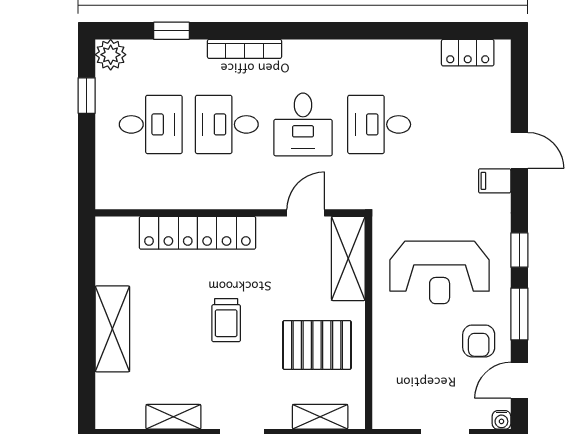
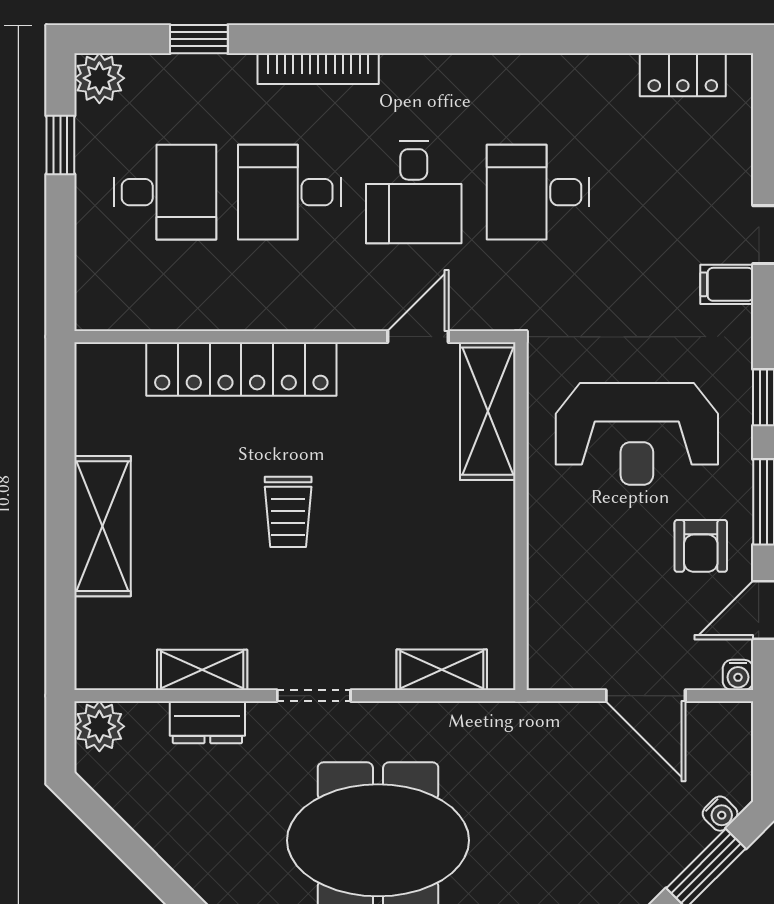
pallet: (317, 345) -> (437, 552), removed

